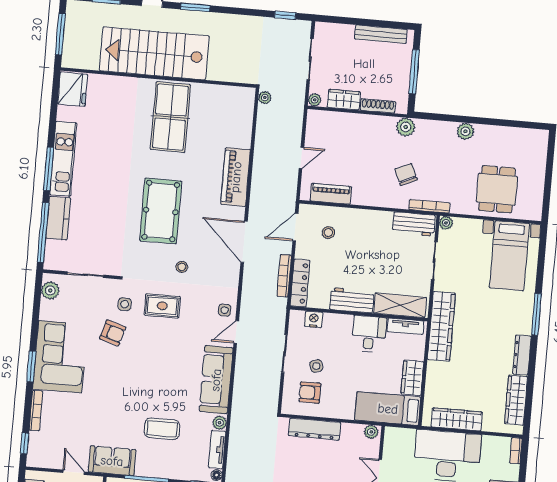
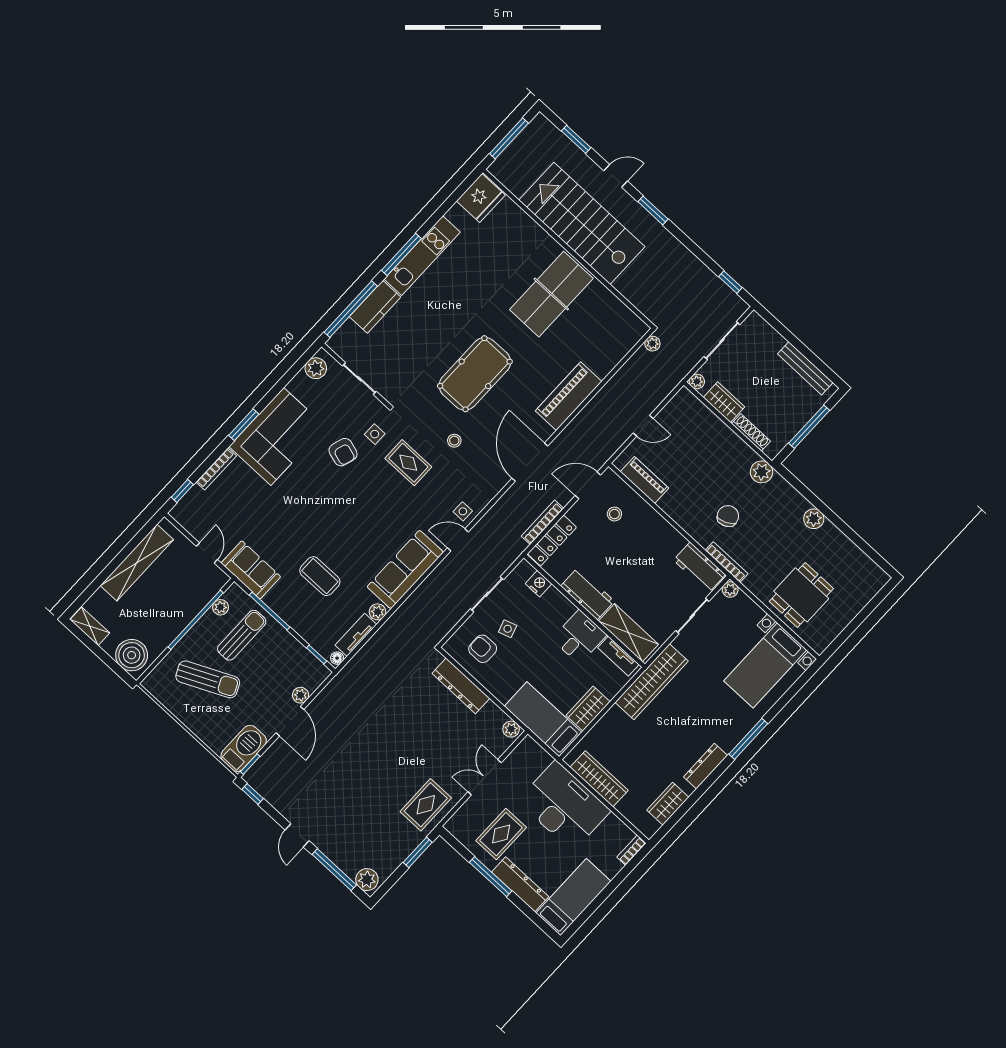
wardrobe: (516, 400) -> (668, 804), width x0.67

